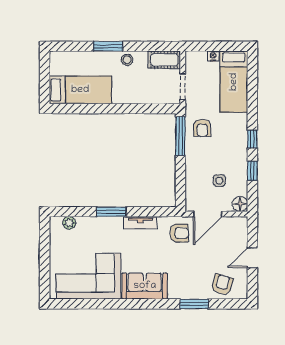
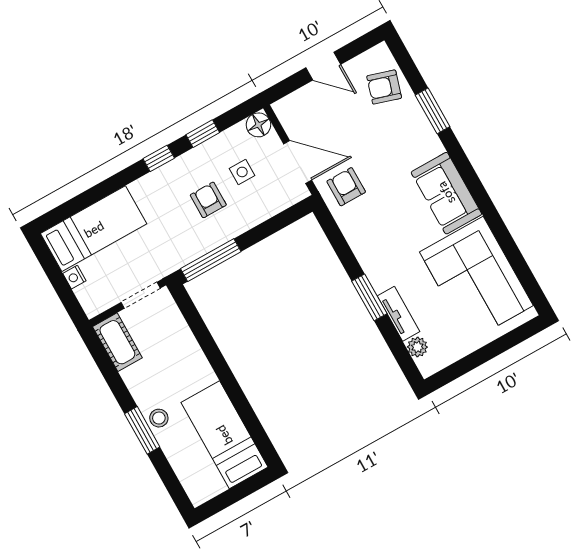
stool: (127, 60) -> (159, 418), moved
armchair: (202, 128) -> (208, 200), moved, turned -90
tv unit: (140, 223) -> (399, 314), moved

